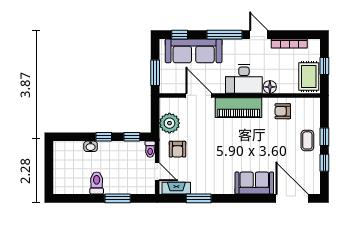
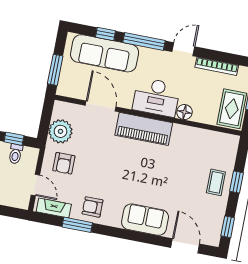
window: (180, 35) -> (106, 34), moved
door: (259, 35) -> (183, 49), hinge flipped
armchair: (283, 111) -> (93, 207), moved
toilet: (150, 149) -> (16, 154), moved
window: (324, 163) -> (228, 227), moved
door: (292, 198) -> (185, 246), width x0.73

